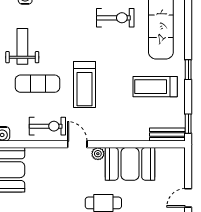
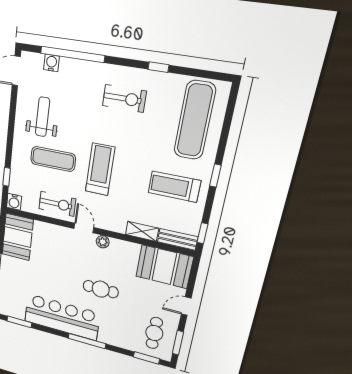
exercise bike: (115, 18) -> (124, 98), moved
treadmill: (85, 85) -> (100, 169), turned 180
shelving: (134, 135) -> (142, 231), added
booth: (130, 164) -> (164, 267), moved

